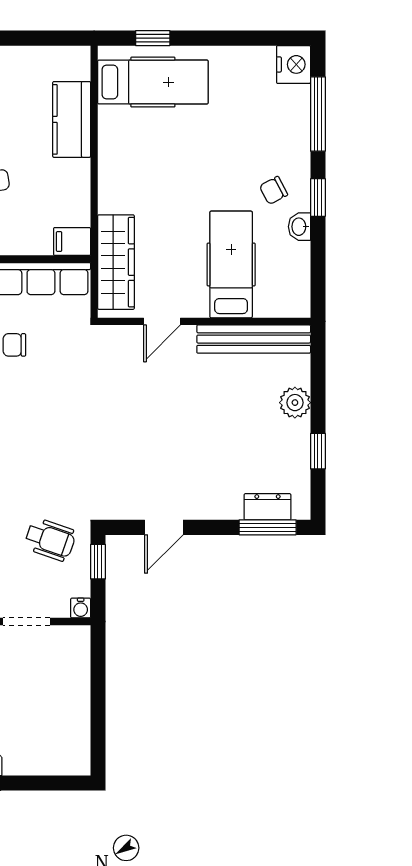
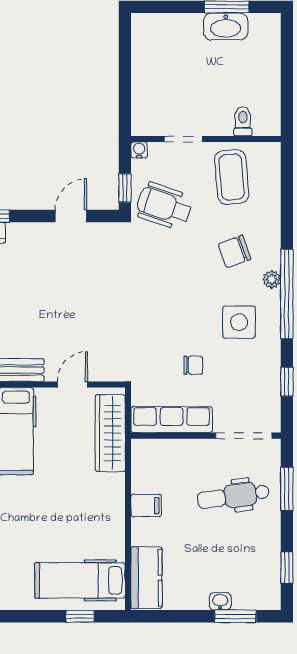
kitchen counter: (72, 119) -> (146, 578), moved
filing cabinet: (72, 241) -> (146, 506), moved
wheelchair: (50, 540) -> (164, 206), width x1.36, depth x1.37

